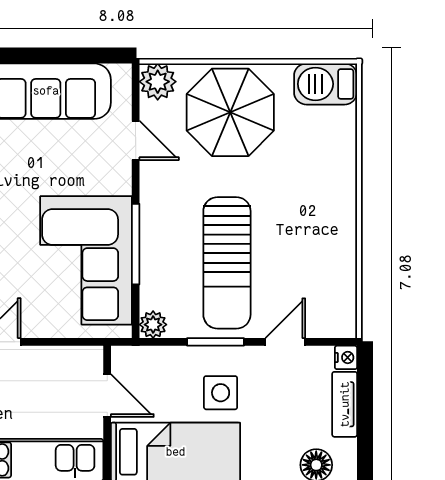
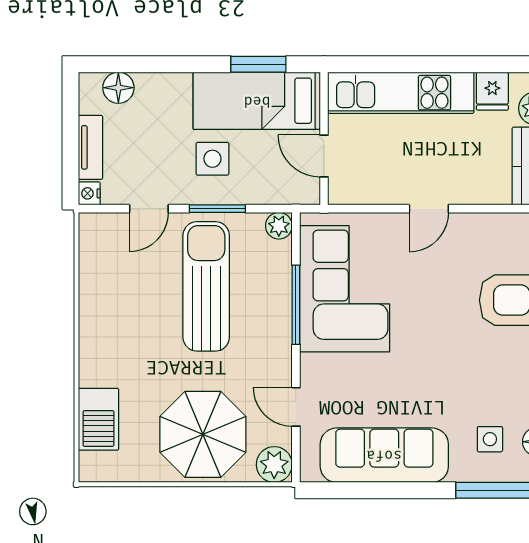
barbecue: (326, 84) -> (98, 419), moved, turned 90

